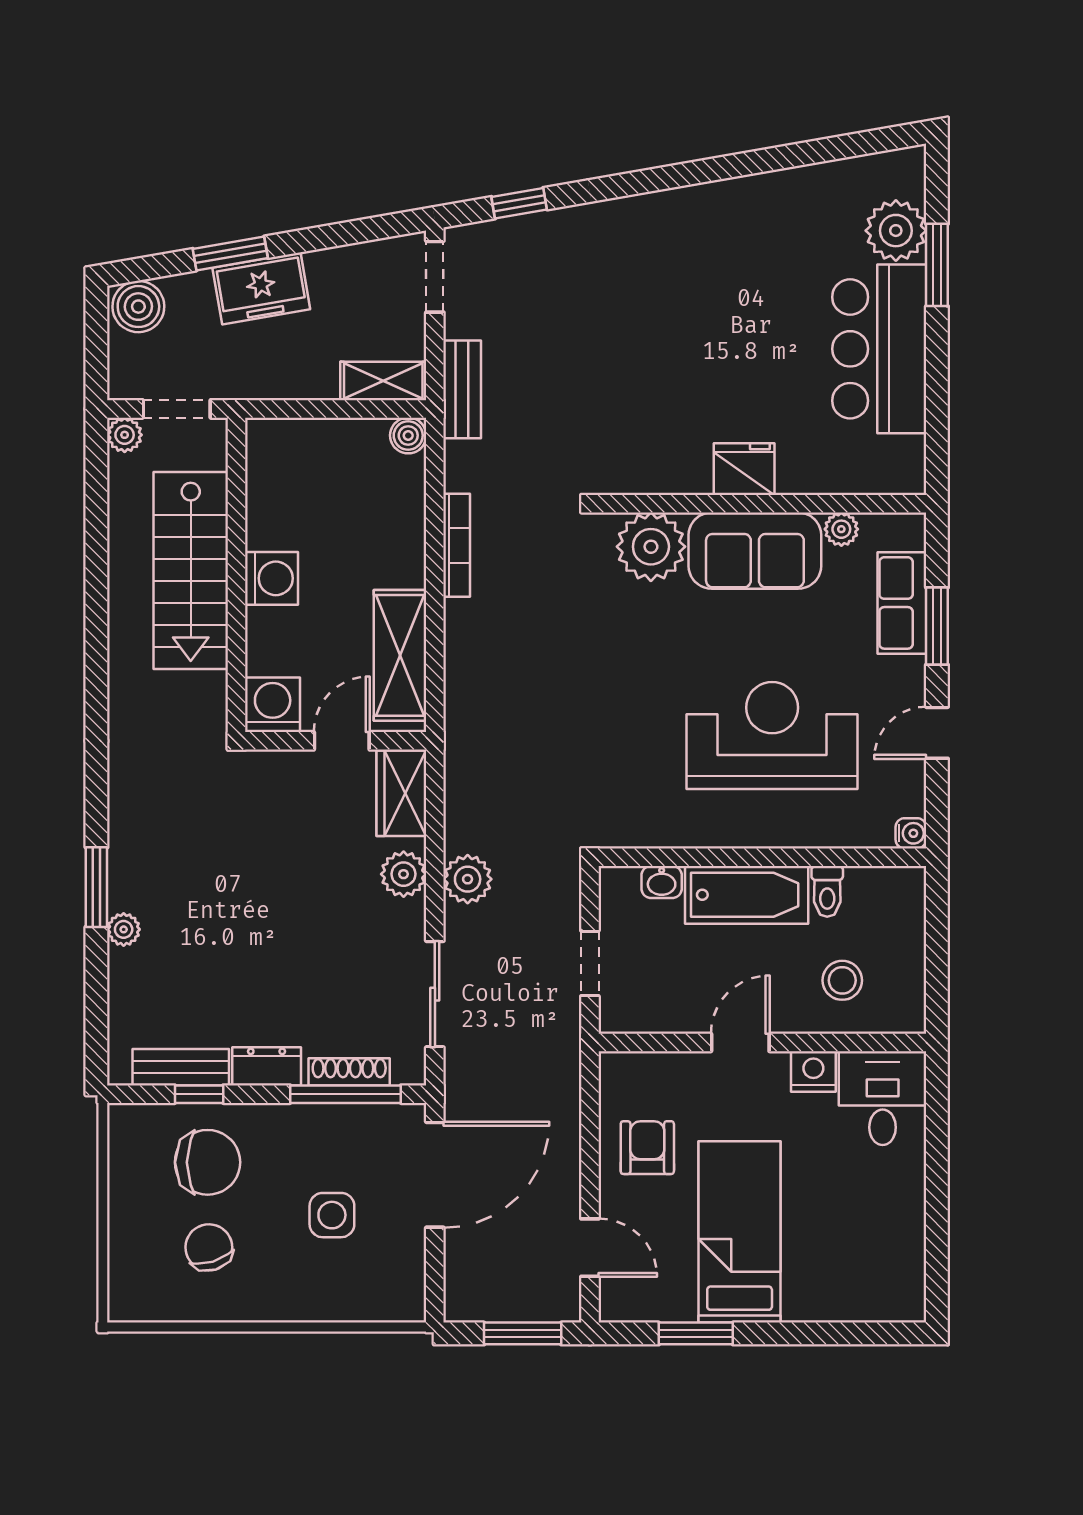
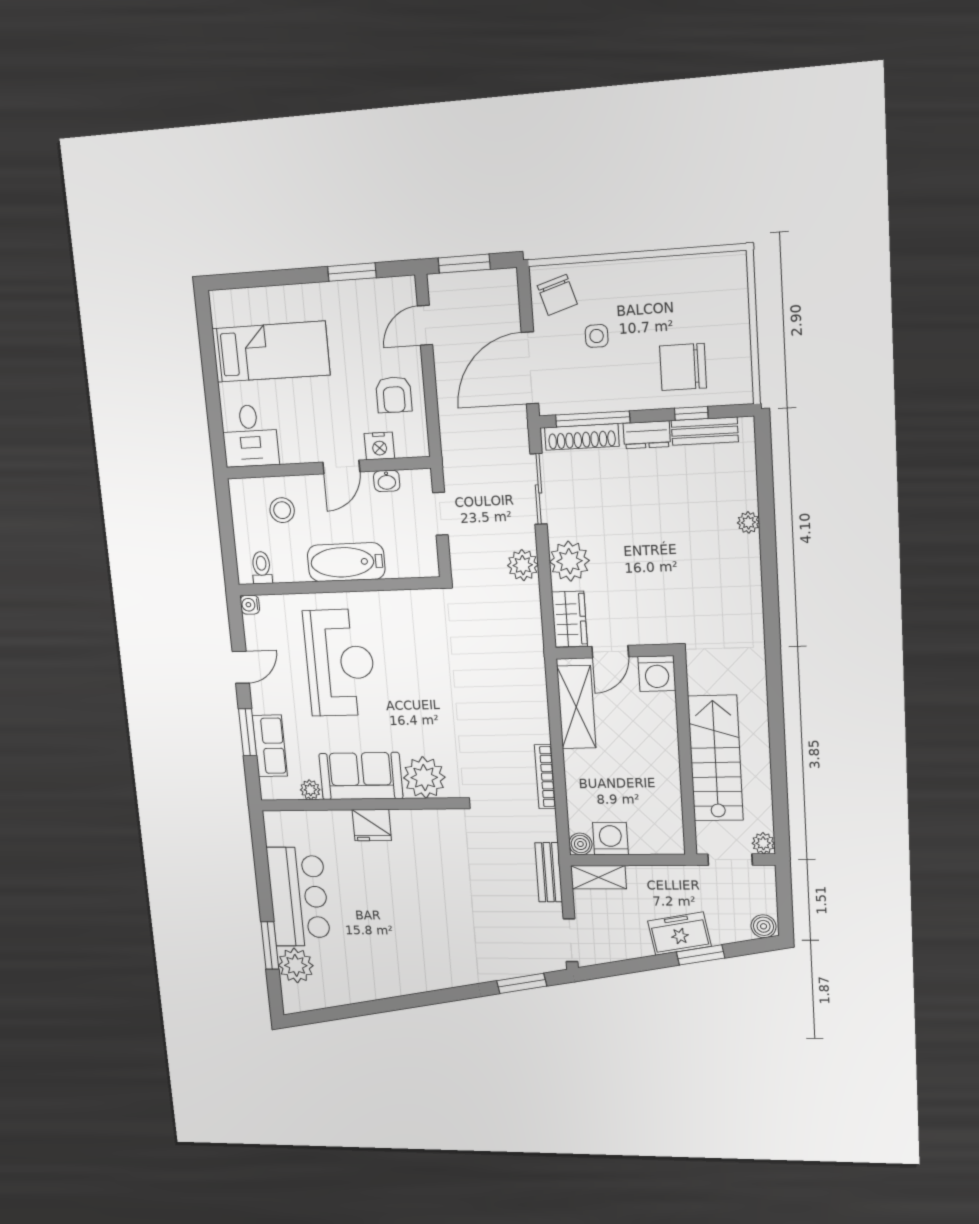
window: (519, 203) -> (522, 983), width x1.50
boiler: (138, 307) -> (764, 926), width x0.73, depth x0.73
washing machine: (272, 578) -> (610, 839), moved, turned 90
reception desk: (772, 736) -> (340, 663), turned -90
plant: (404, 874) -> (569, 561), width x1.36, depth x1.36
washbasin: (662, 882) -> (387, 481), moved, turned 180
window: (96, 887) -> (768, 550), removed
toilet: (827, 891) -> (262, 568), moved
shoe rack: (349, 1072) -> (582, 437), width x1.36, depth x1.24
nightstand: (813, 1072) -> (379, 446), moved
side table: (332, 1215) -> (597, 336), width x0.73, depth x0.73
bed: (740, 1232) -> (271, 352), moved, turned -90
chair: (209, 1247) -> (557, 295), moved
door: (590, 1248) -> (425, 325), hinge flipped

